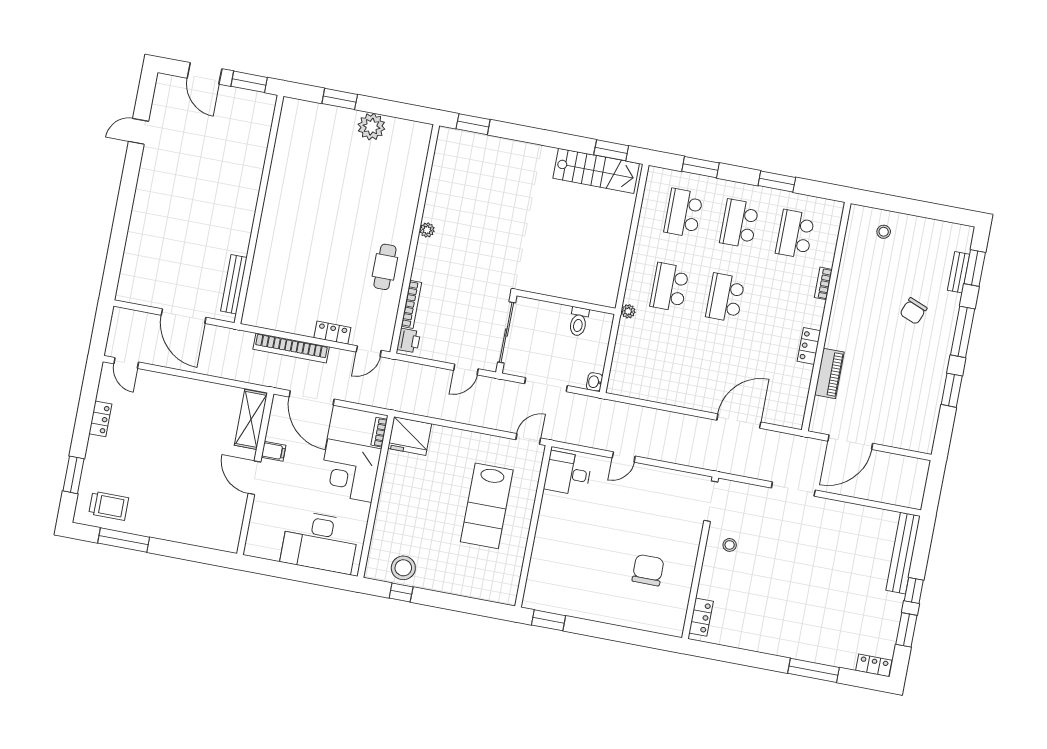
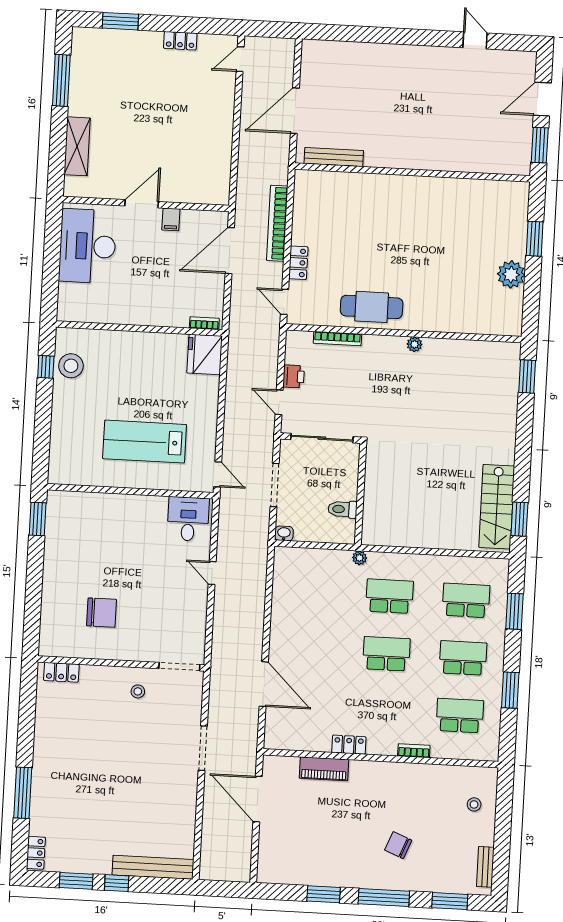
cafe table: (385, 267) -> (372, 307), width x1.37, depth x1.35
bench: (959, 272) -> (485, 867), moved, turned 90
printer: (409, 341) -> (294, 376), moved, turned -90
shelving: (251, 419) -> (77, 146), moved, turned 90
corner desk: (350, 471) -> (162, 299), removed
trolley: (109, 506) -> (94, 61), removed
desk: (320, 542) -> (87, 246), moved

